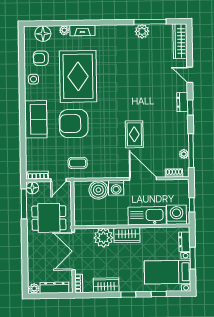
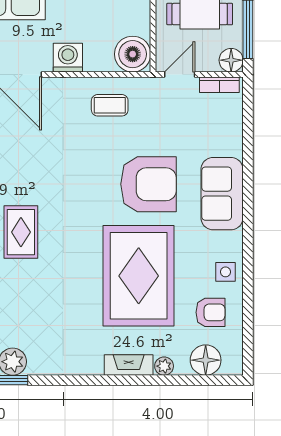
rug: (134, 134) -> (21, 232), moved
coffee table: (78, 163) -> (110, 105), moved
boiler: (98, 190) -> (133, 54), moved

